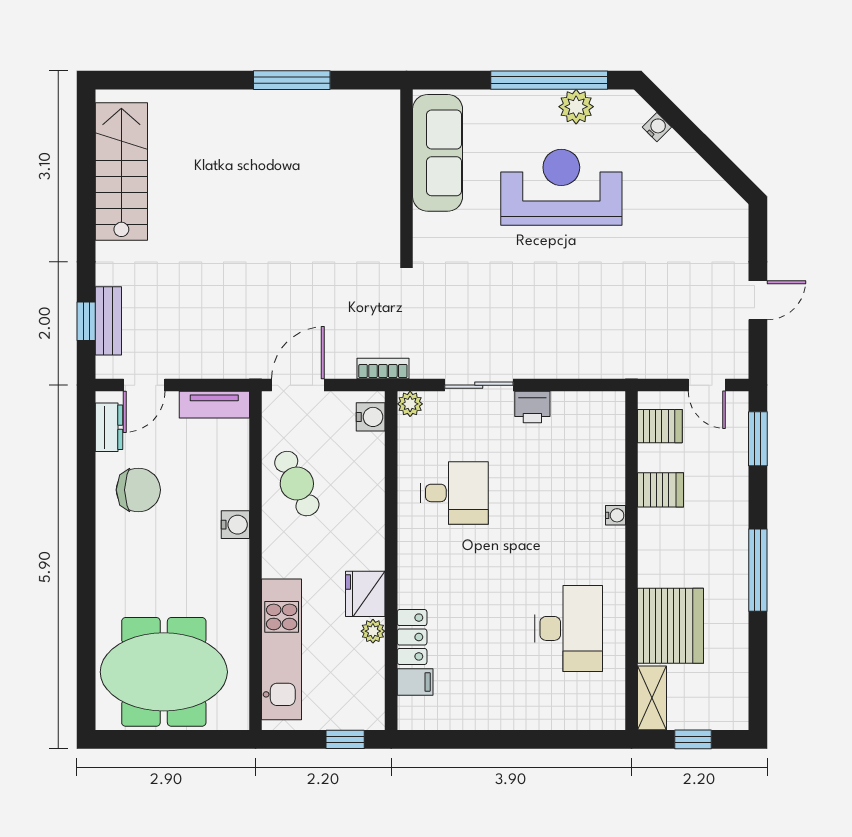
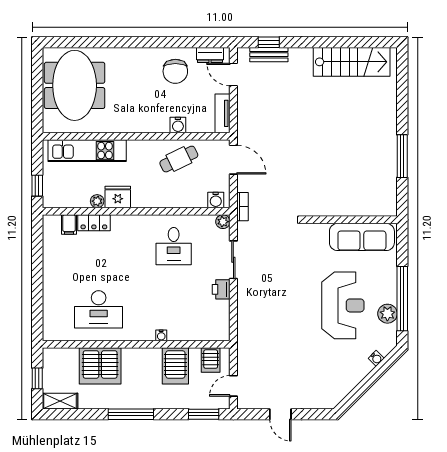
server rack: (661, 490) -> (175, 366), width x1.36, depth x1.44
water cooler: (235, 525) -> (178, 125), moved
shelving: (652, 698) -> (60, 401), moved

